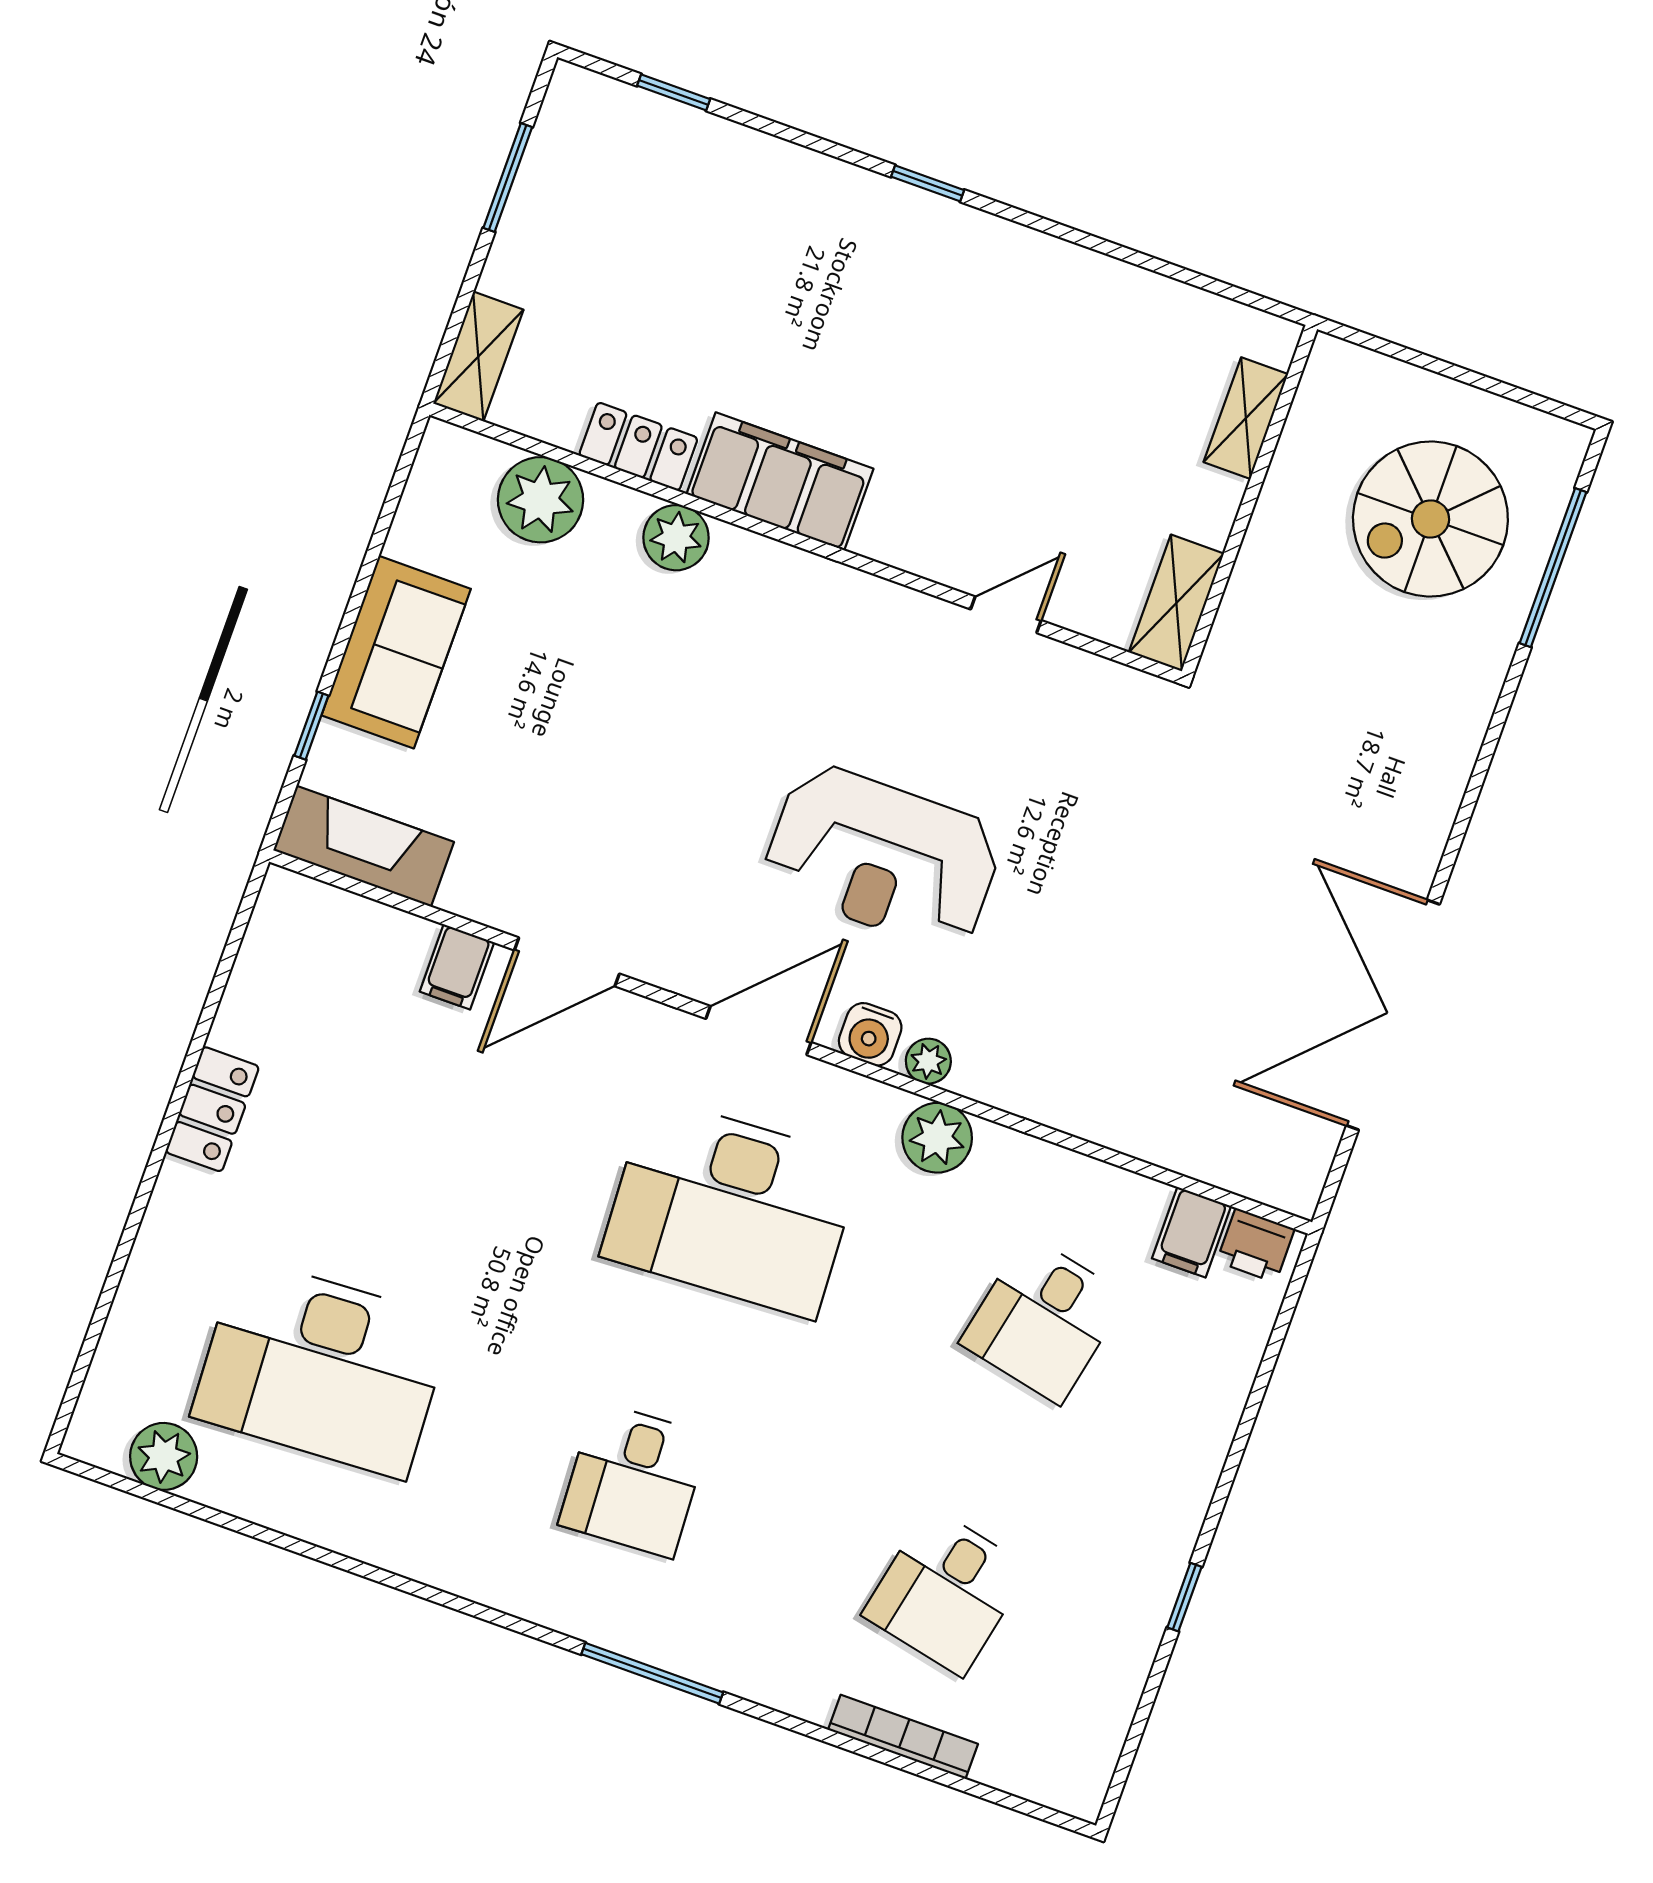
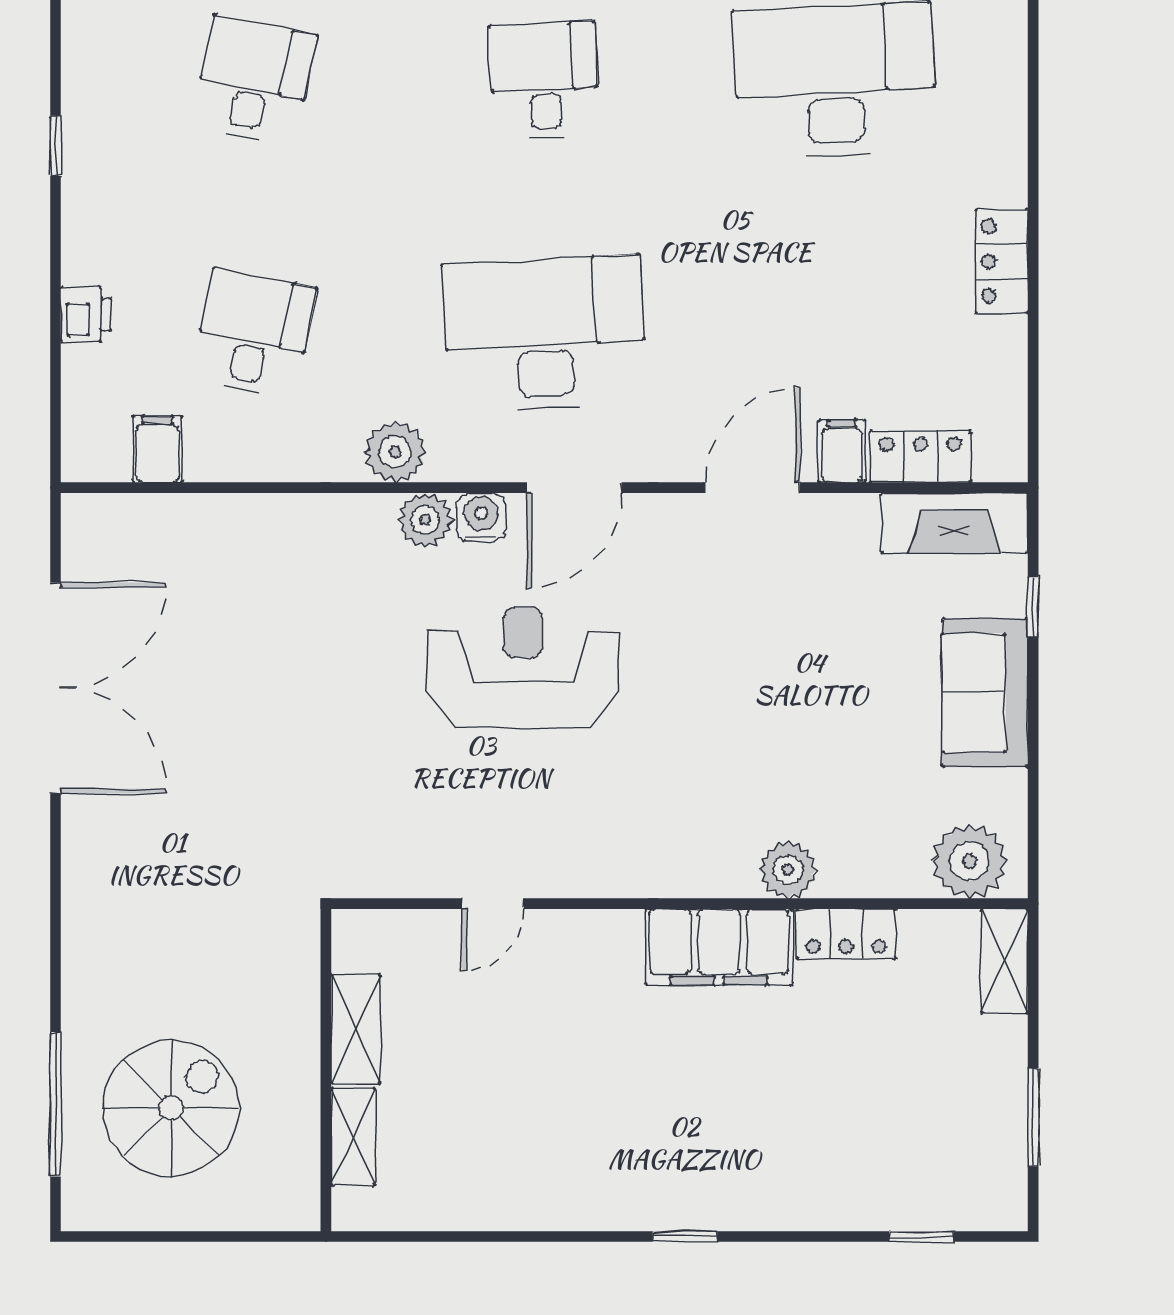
plant: (541, 500) -> (969, 861), moved
shelving: (1176, 603) -> (356, 1029), moved
locker: (375, 931) -> (920, 457), added
plant: (928, 1061) -> (425, 520), width x1.38, depth x1.38
printer: (1256, 1245) -> (86, 314), moved, turned 90

